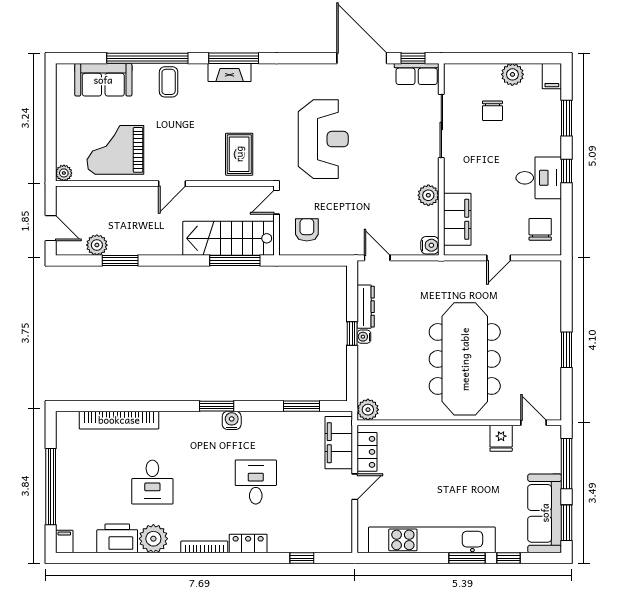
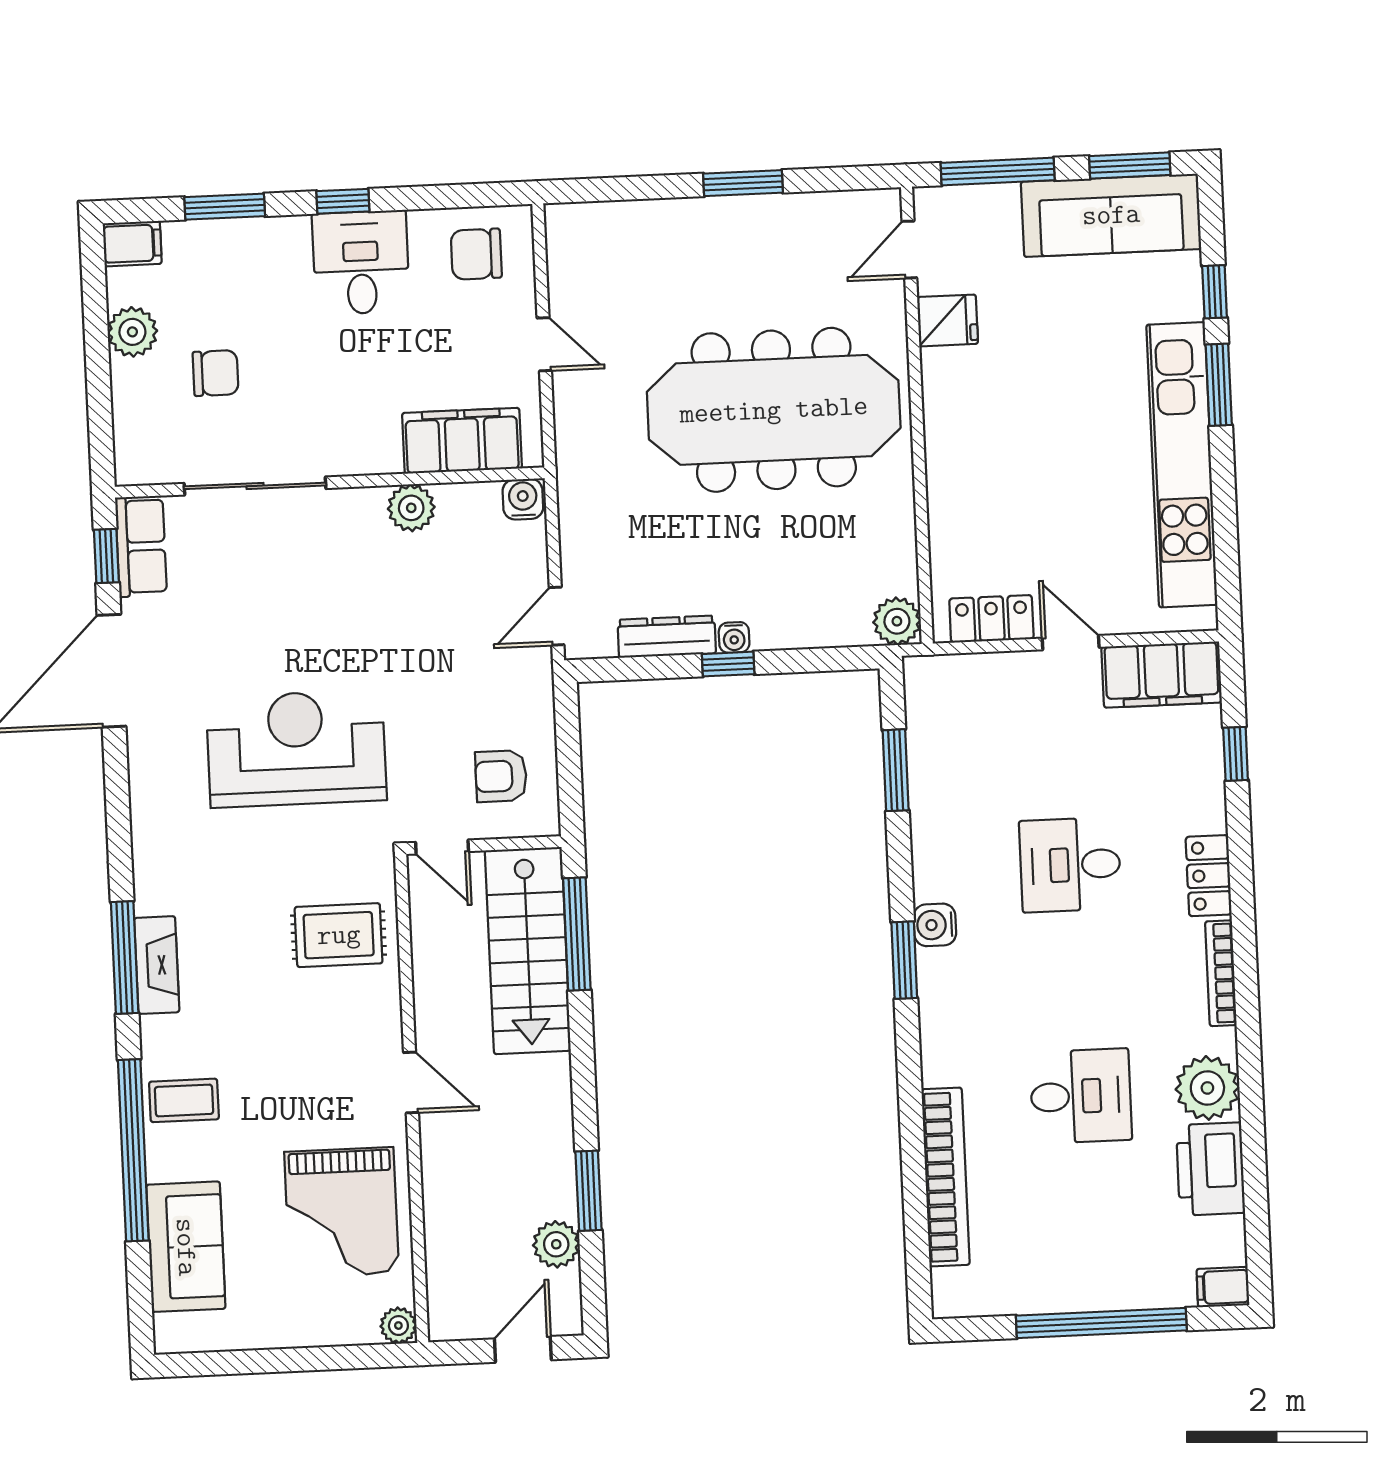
filing cabinet: (339, 443) -> (1162, 675), moved

